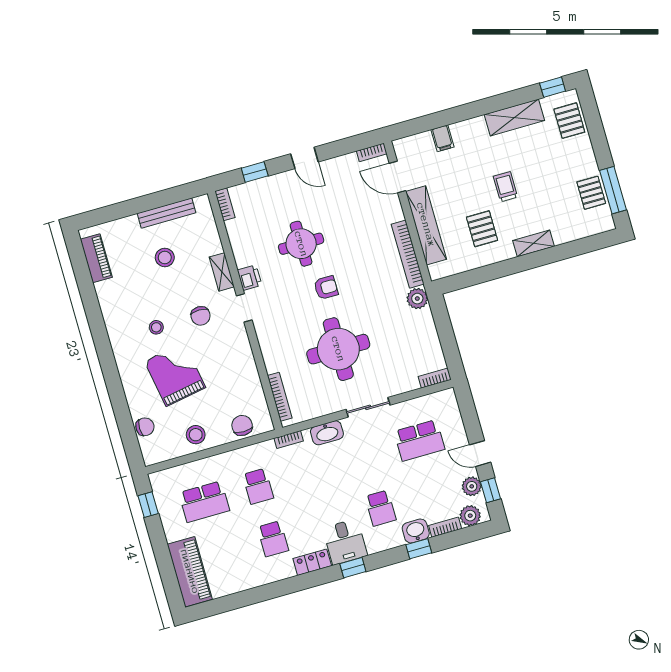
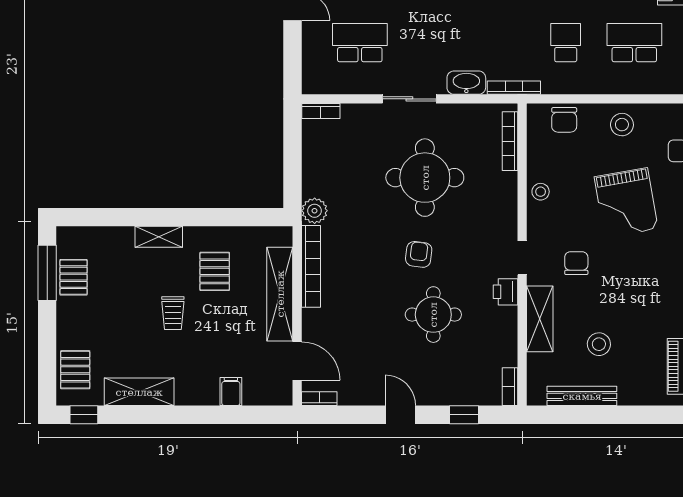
shelving: (222, 272) -> (540, 319), width x1.50, depth x1.33
armchair: (326, 288) -> (419, 254), turned 97
stool: (156, 327) -> (541, 192), moved
bookcase: (289, 439) -> (514, 88), width x1.56

